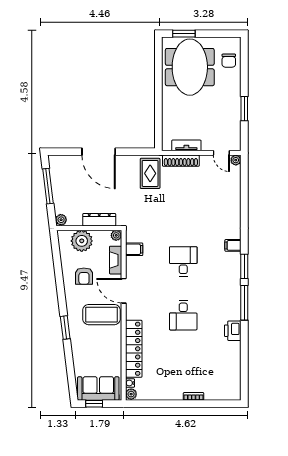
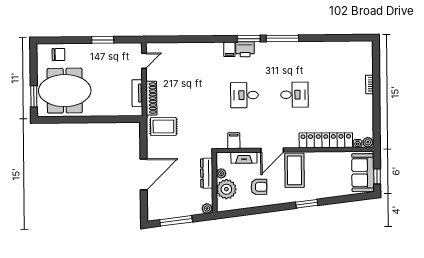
plant: (236, 160) -> (150, 47), removed
plant: (116, 235) -> (221, 173), moved
printer: (233, 331) -> (245, 49), moved

